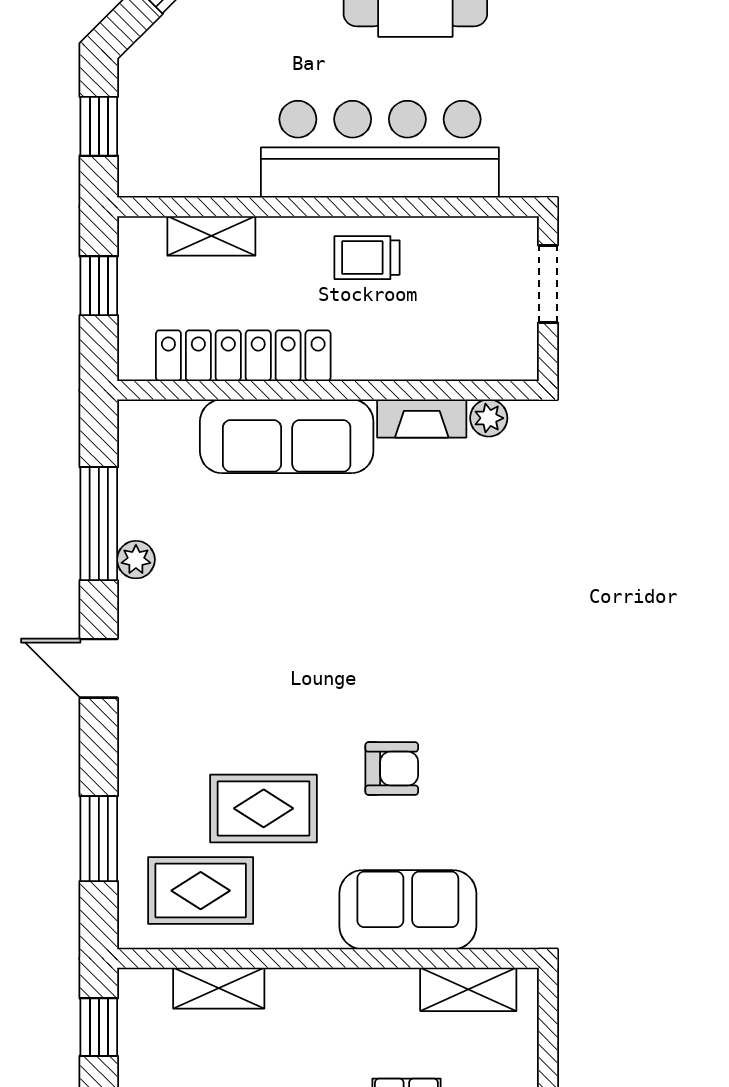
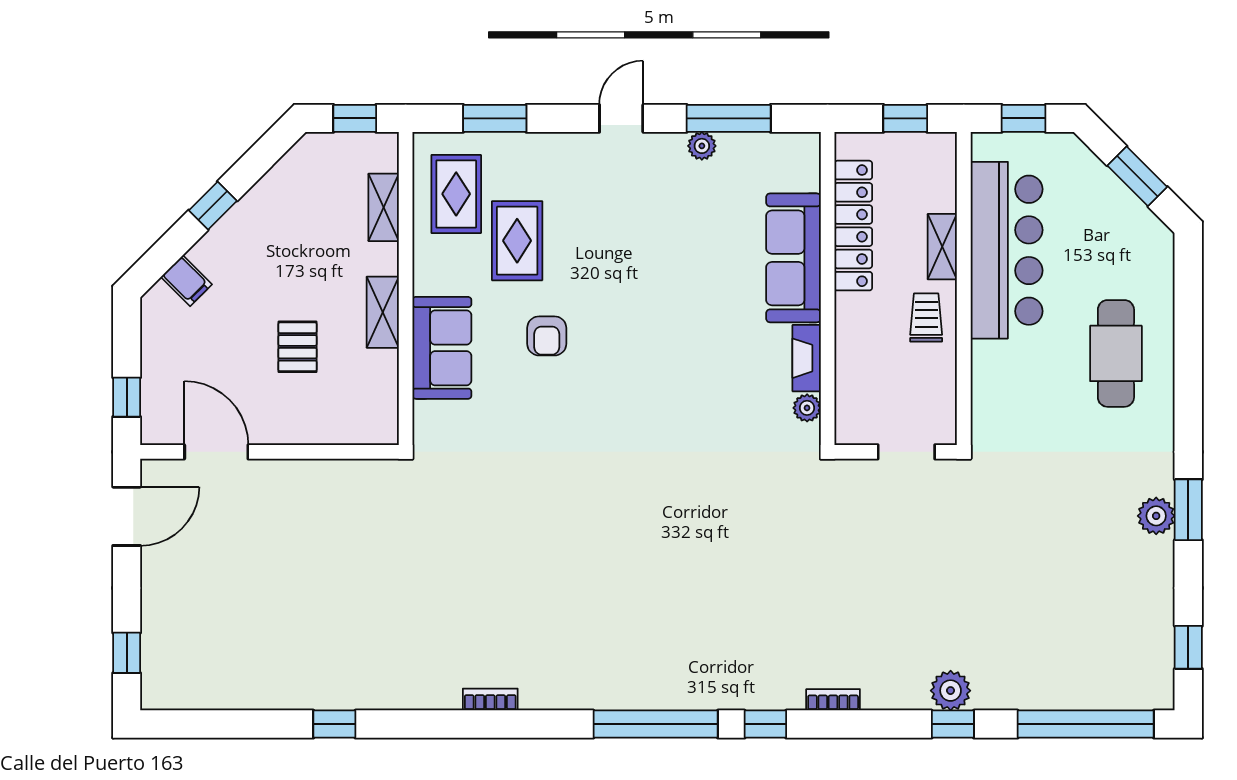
bar counter: (380, 149) -> (1007, 250), moved
shelving: (211, 236) -> (942, 247), moved
shelving: (468, 989) -> (383, 312), moved

